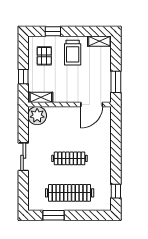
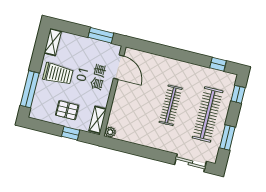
window: (53, 31) -> (30, 89), width x2.17
pallet: (44, 56) -> (67, 110), moved
plant: (37, 116) -> (110, 132), width x0.53, depth x0.53
sliding door: (23, 157) -> (190, 163), moved
window: (94, 215) -> (238, 94), added

